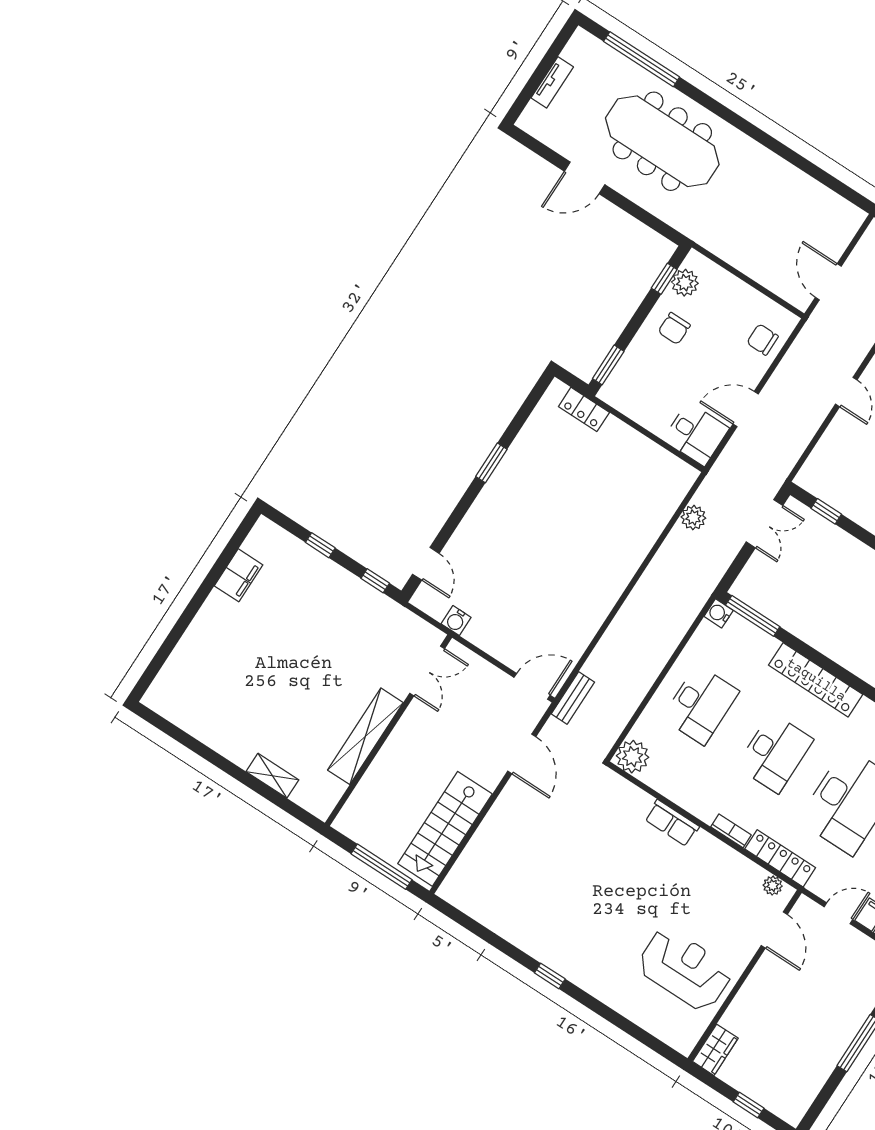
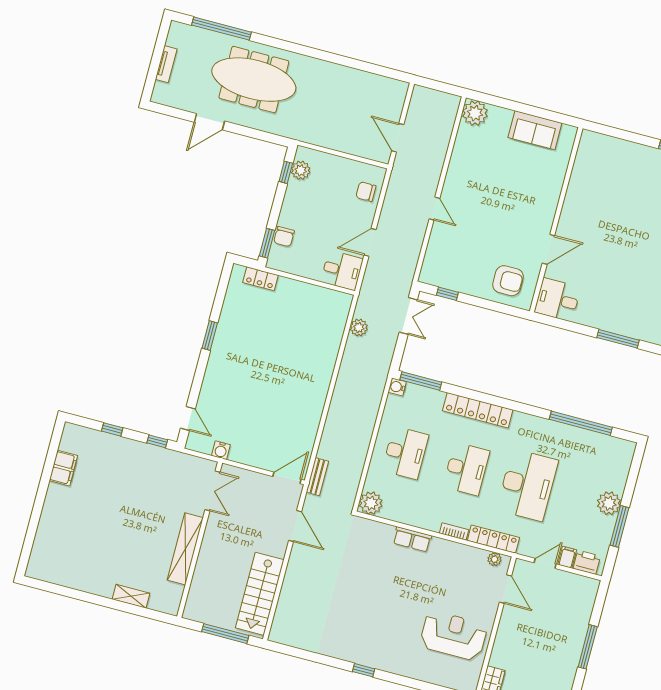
chair: (674, 328) -> (284, 237), moved

